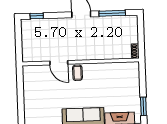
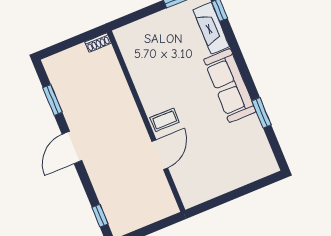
window: (112, 13) -> (53, 100), width x0.69

